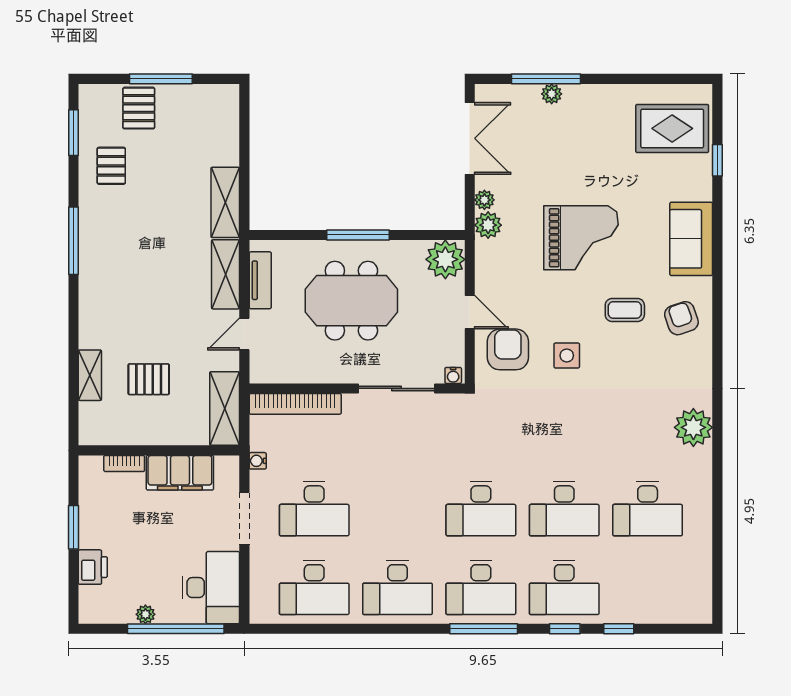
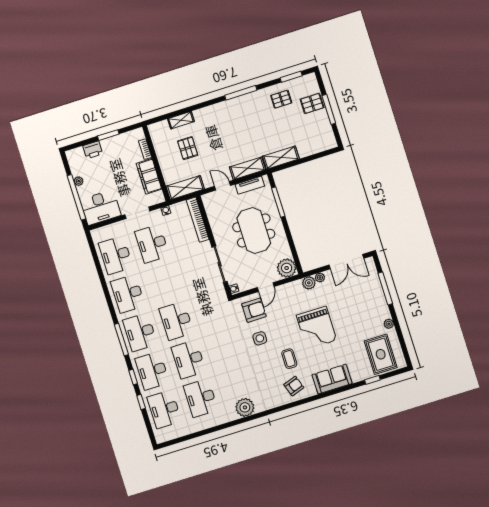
plant: (552, 94) -> (389, 324), moved
window: (358, 235) -> (278, 202), moved
desk: (648, 587) -> (164, 409), added

